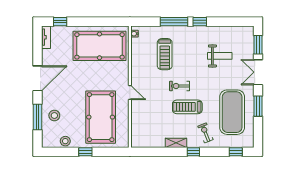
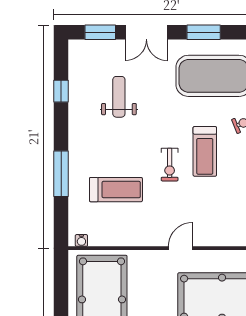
window: (200, 22) -> (61, 91), moved

